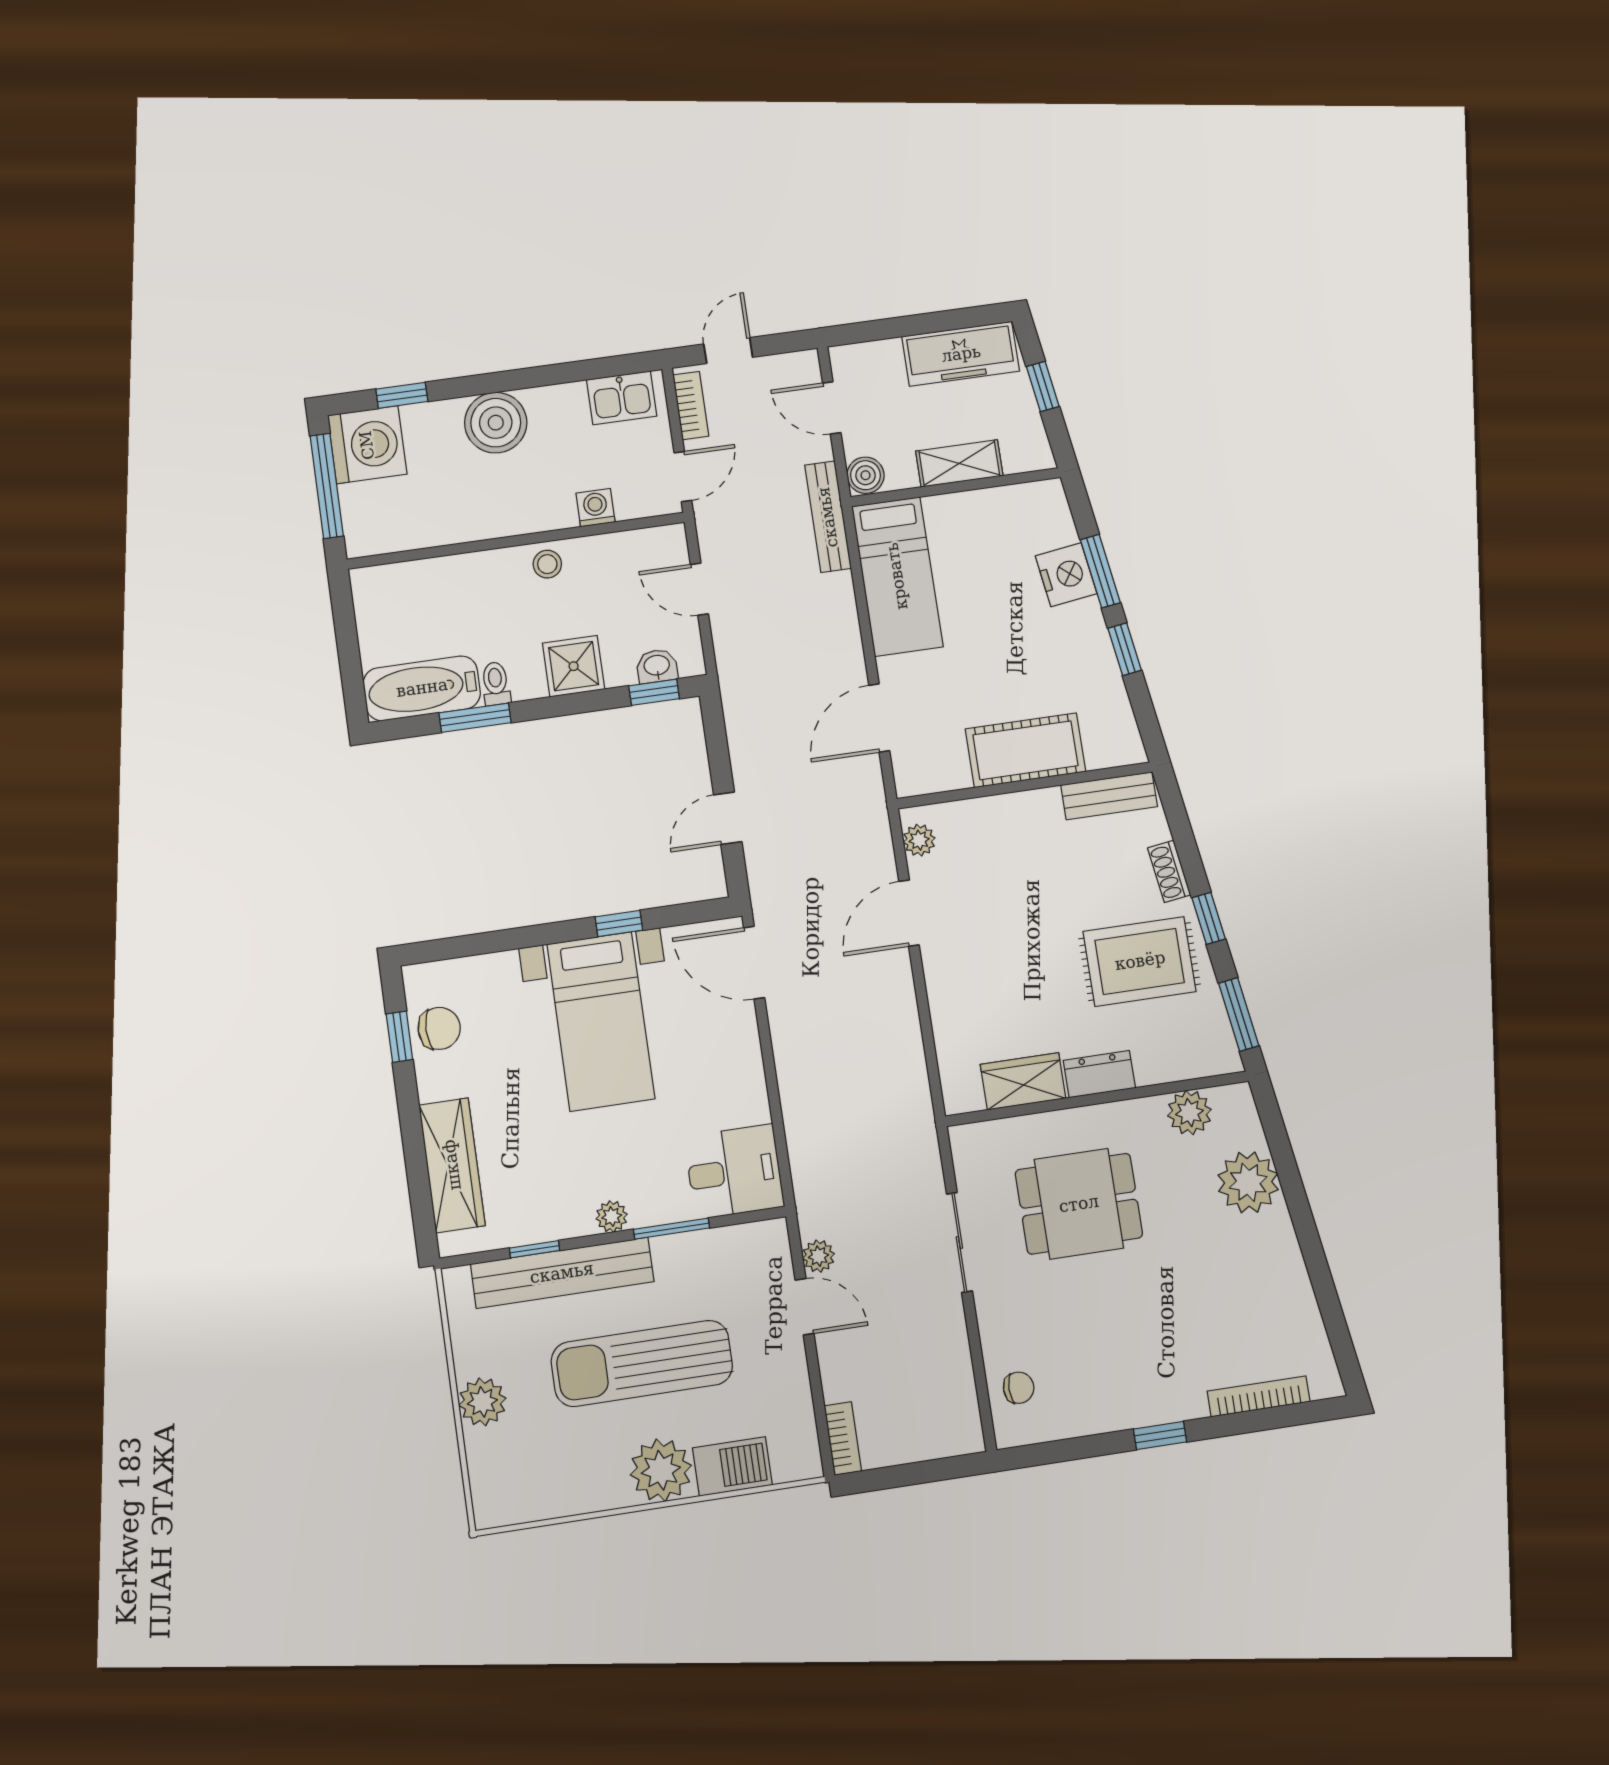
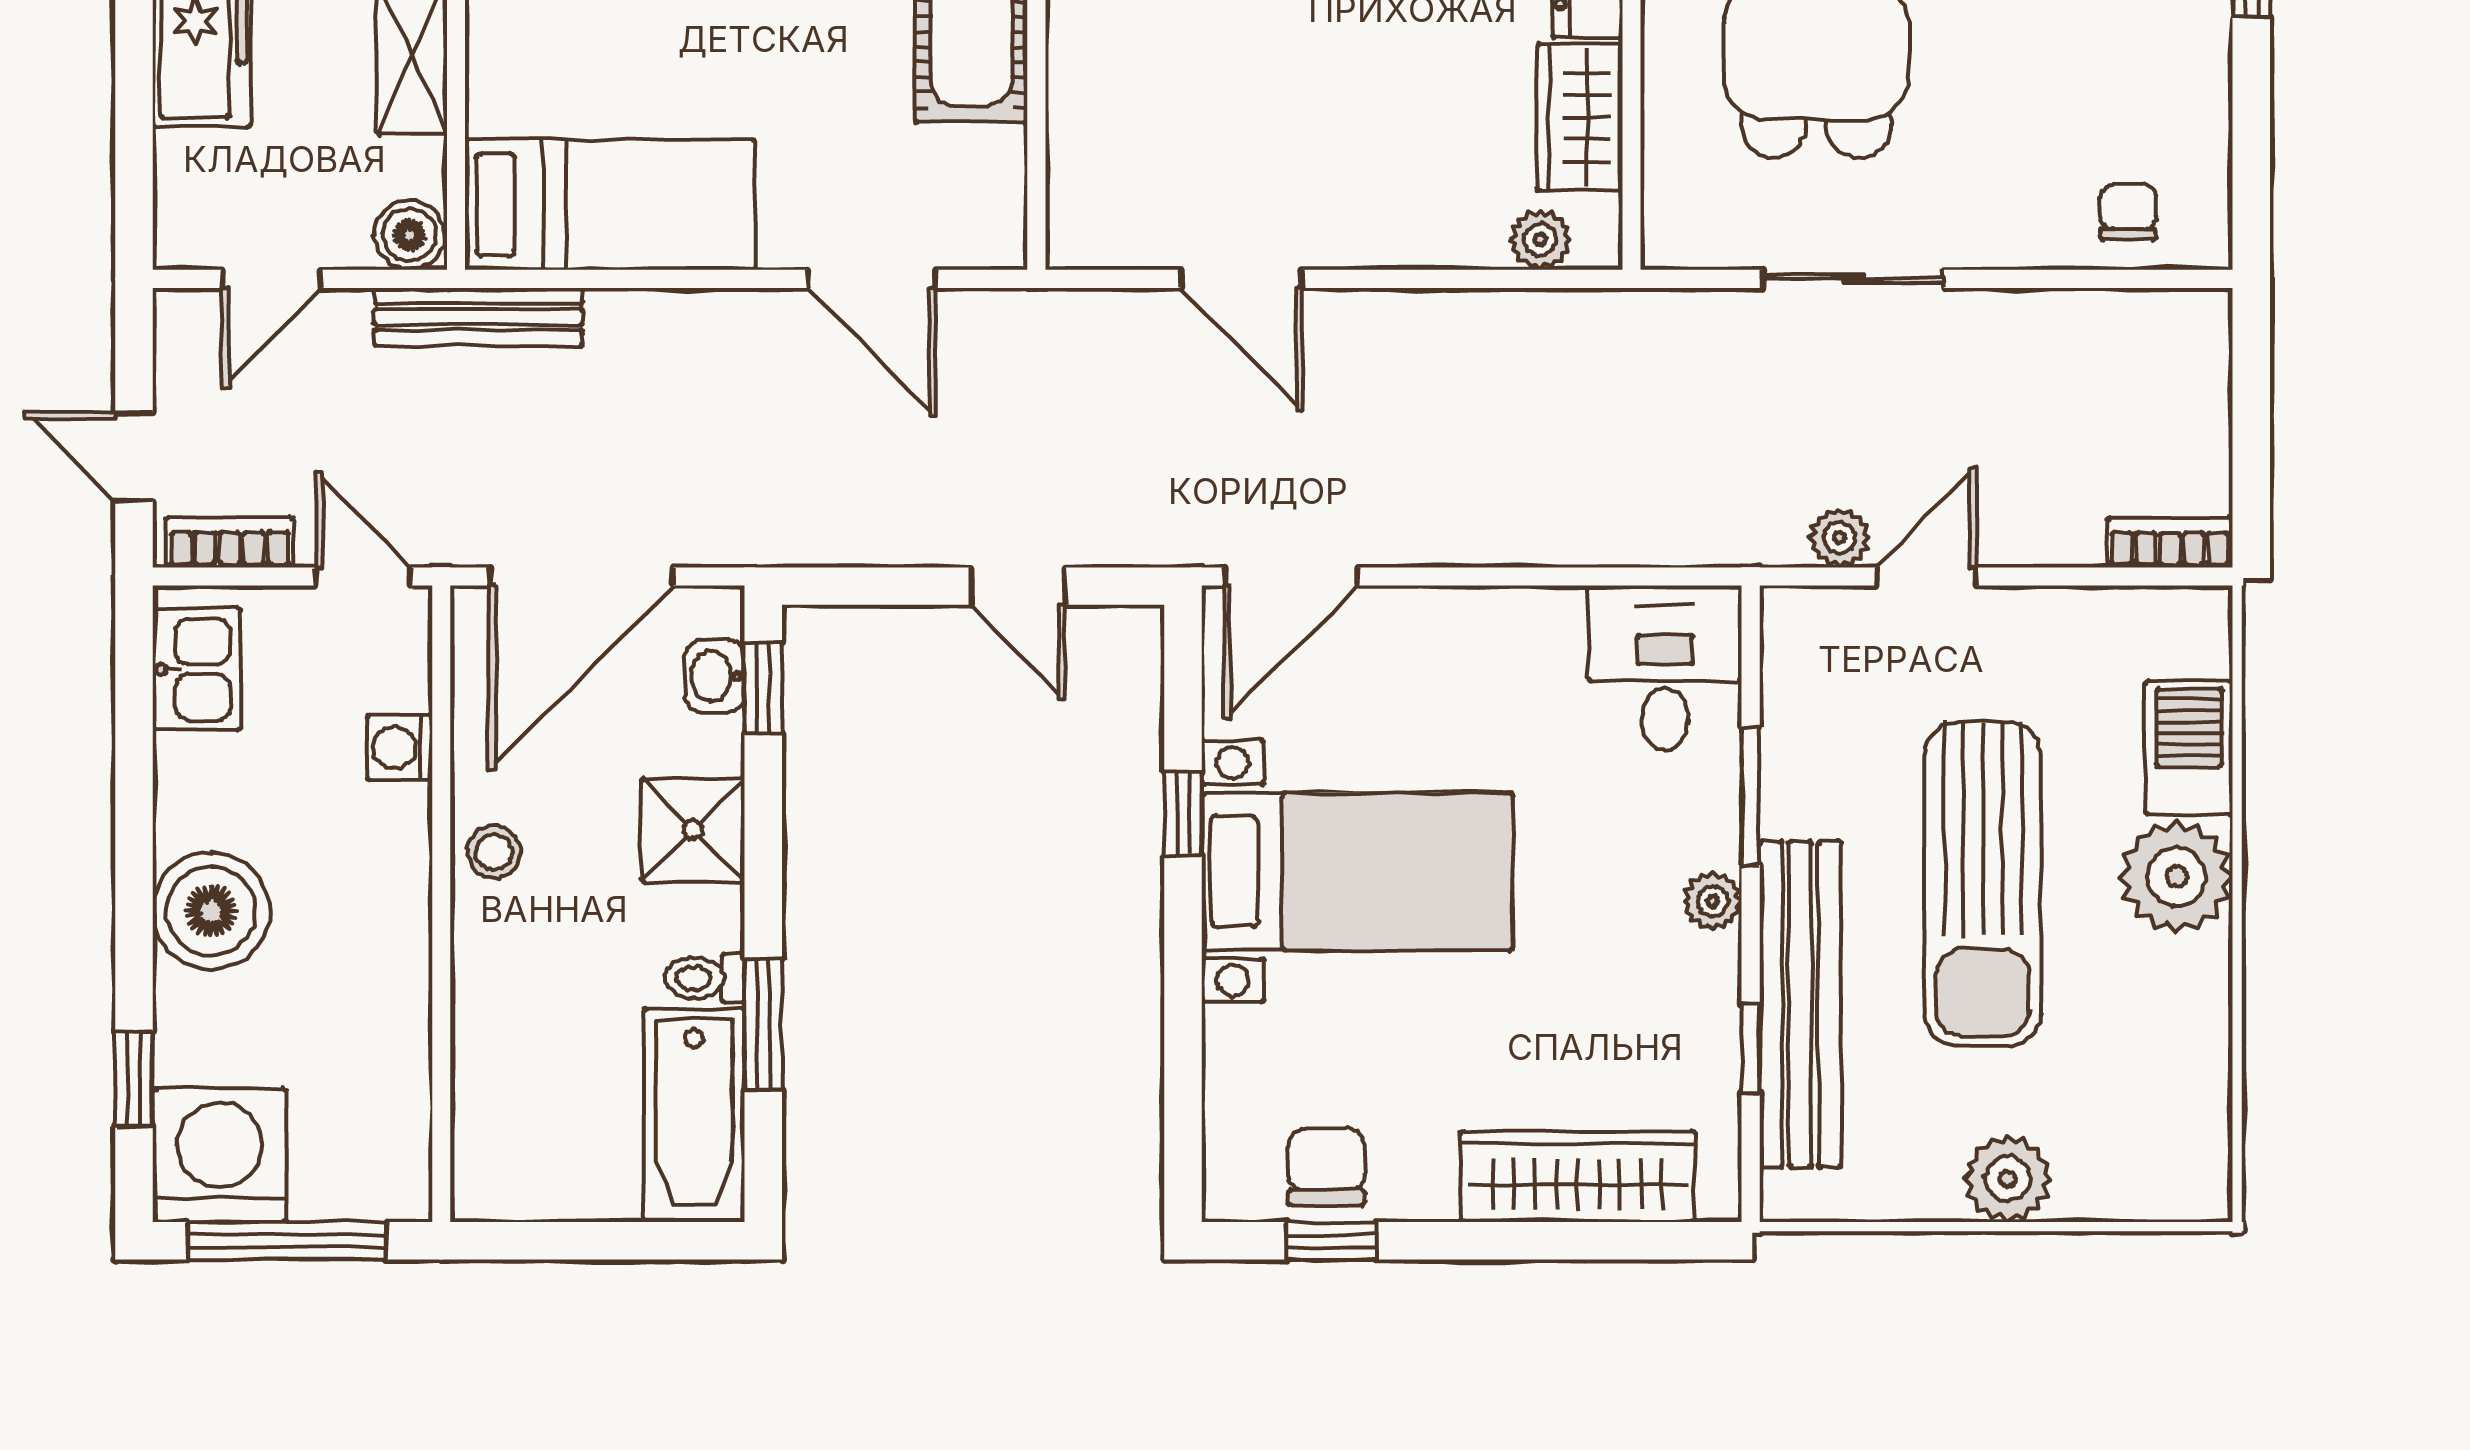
door: (699, 589) -> (581, 576), width x1.87
plant: (919, 840) -> (1540, 240), moved

